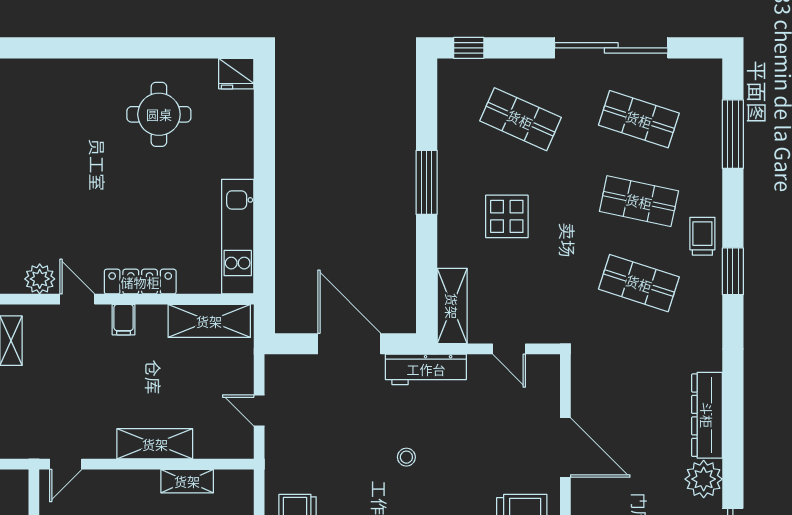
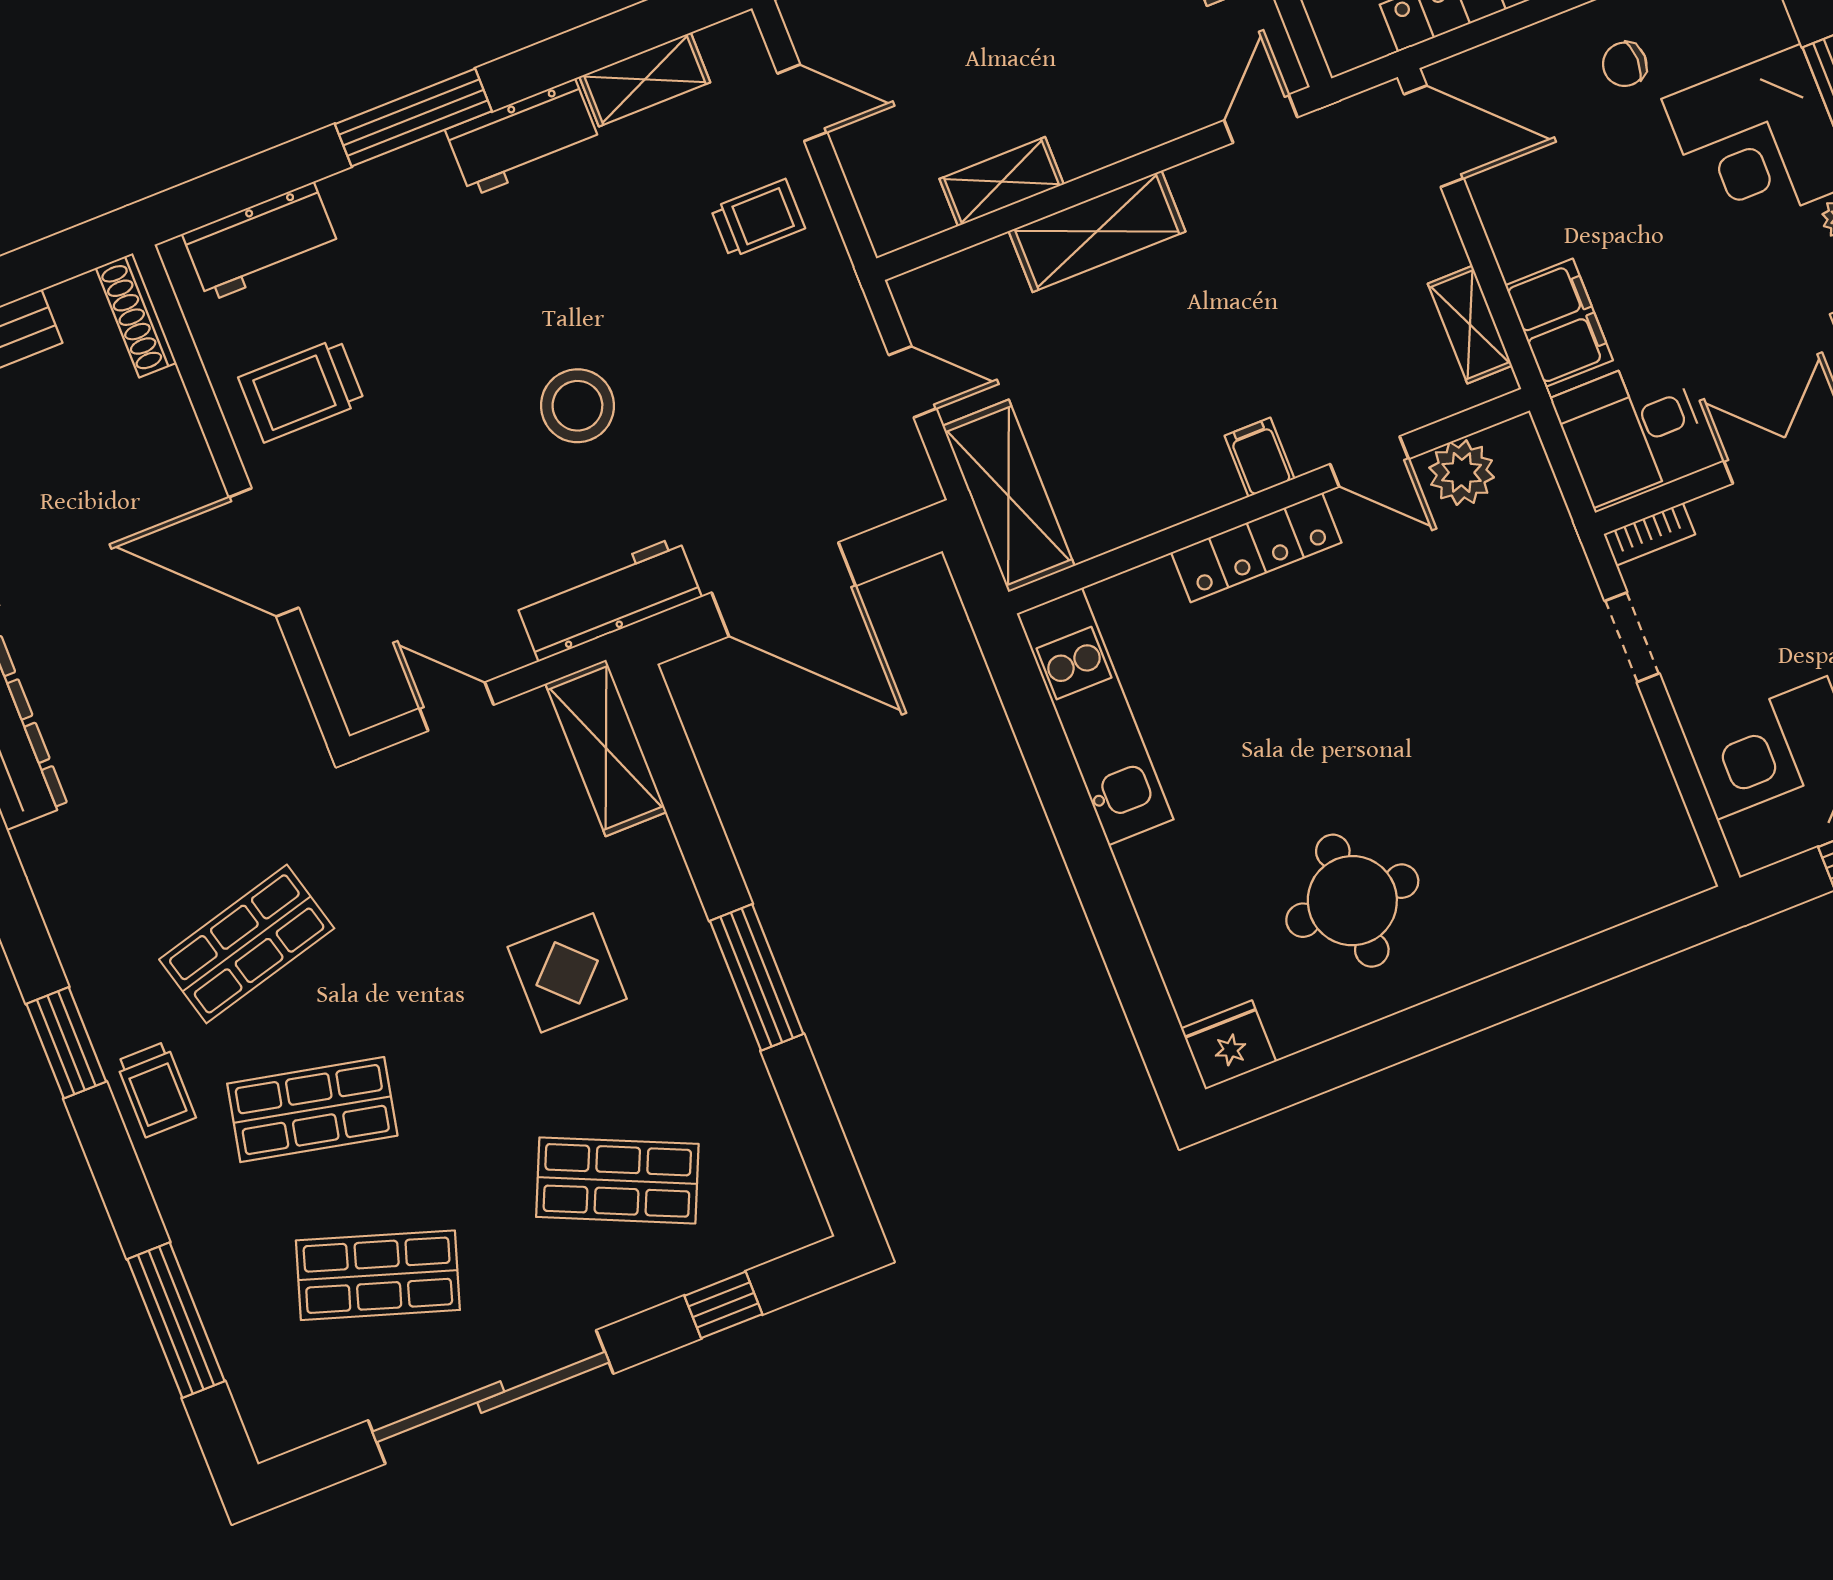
window: (469, 48) -> (723, 1305), moved
shop shelf: (639, 283) -> (247, 944), turned -33
shelving: (209, 321) -> (1008, 496), moved, turned 90
stool: (406, 457) -> (577, 406), width x1.89, depth x1.89

